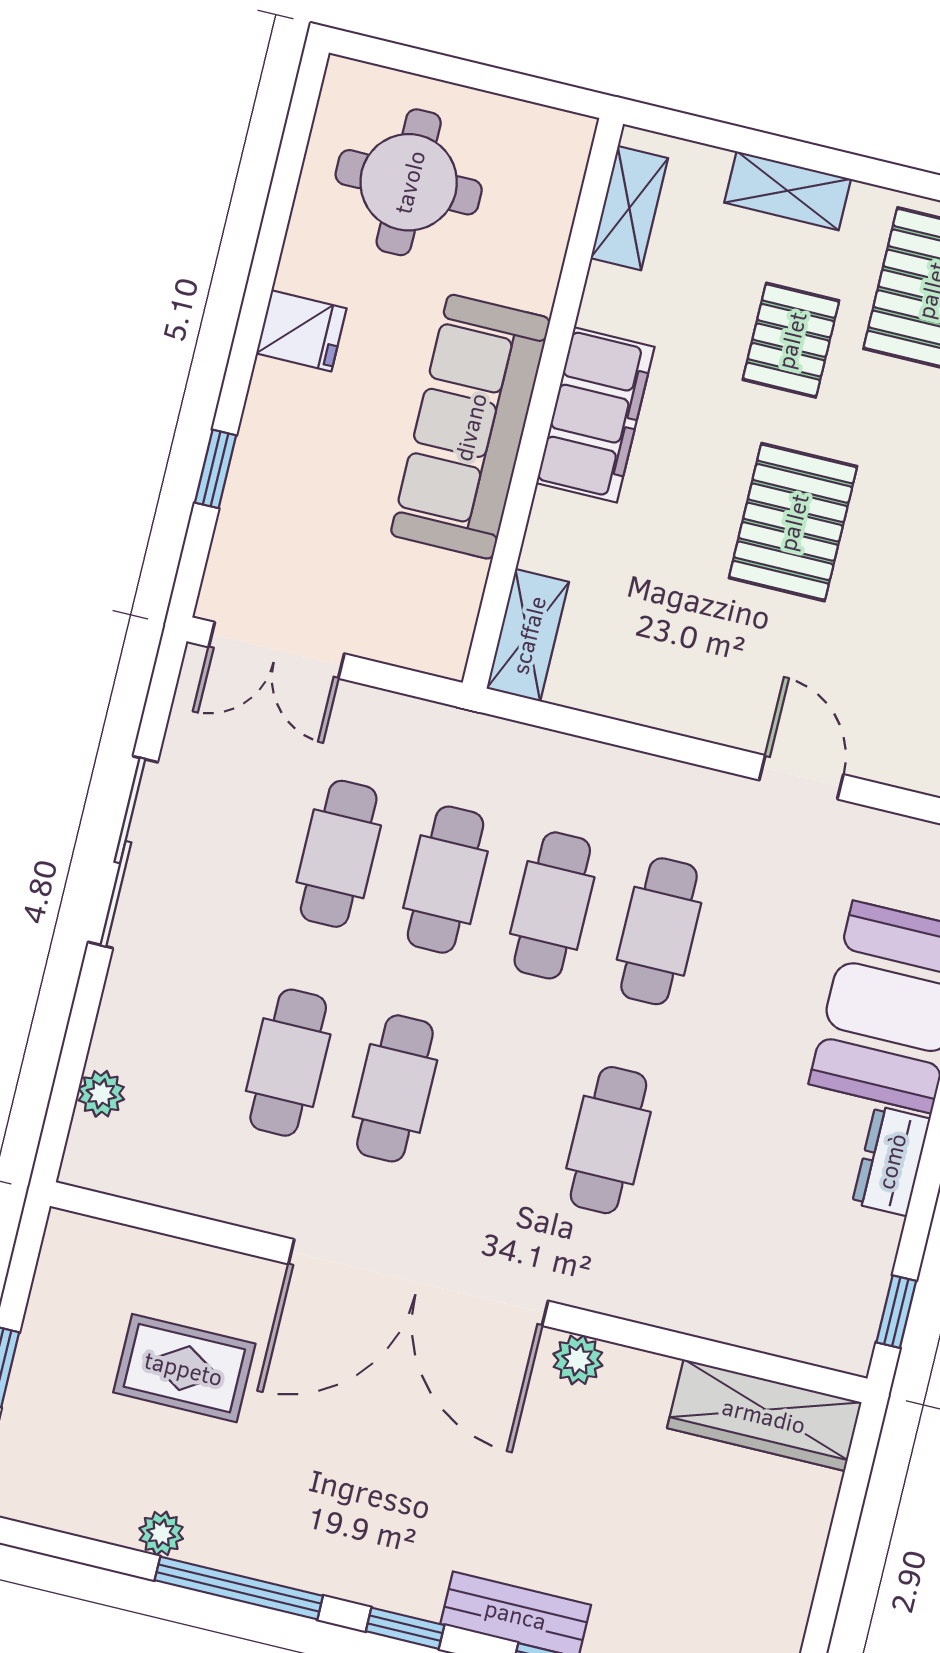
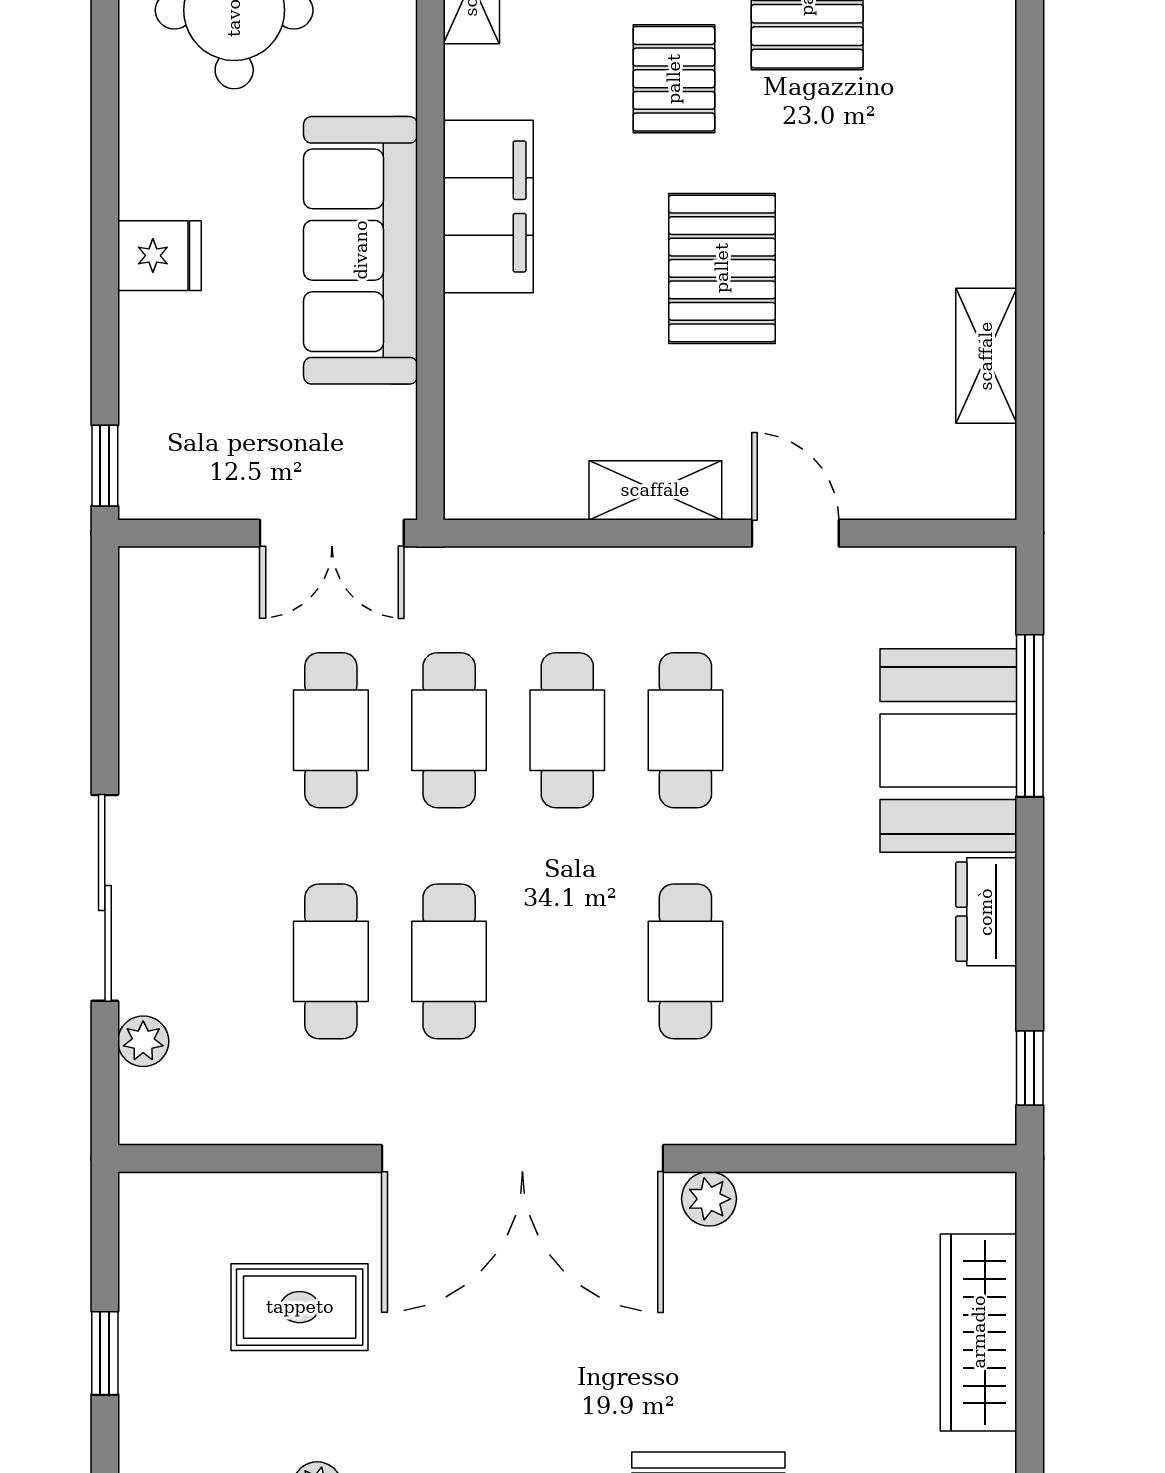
fridge: (301, 331) -> (160, 256), moved
window: (216, 469) -> (105, 466), moved
shelving: (528, 635) -> (655, 490), moved, turned 90
double door: (277, 650) -> (332, 533), moved
sliding door: (123, 852) -> (105, 898), moved
wardrobe: (764, 1415) -> (979, 1332), moved, turned 90

